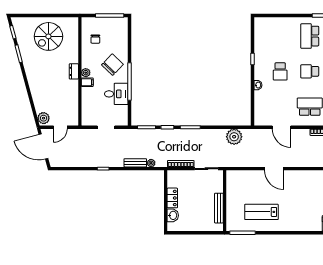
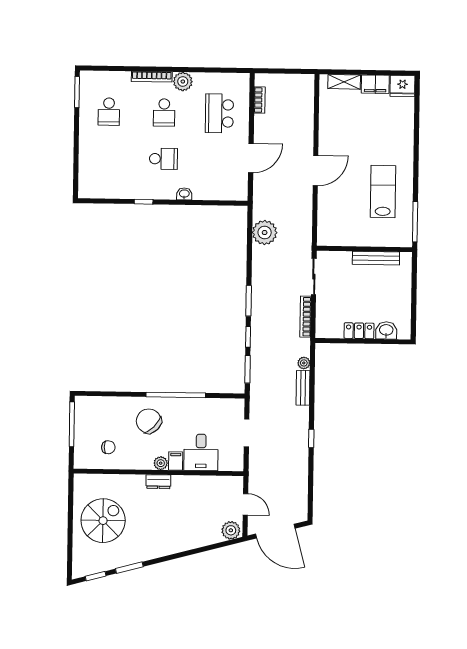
spiral stairs: (48, 36) -> (103, 521), turned -90
school desk: (310, 36) -> (109, 112), width x0.54
desk: (116, 94) -> (201, 452), moved, turned 180
door: (43, 147) -> (275, 531), hinge flipped
lab bench: (261, 212) -> (383, 192), turned 180

